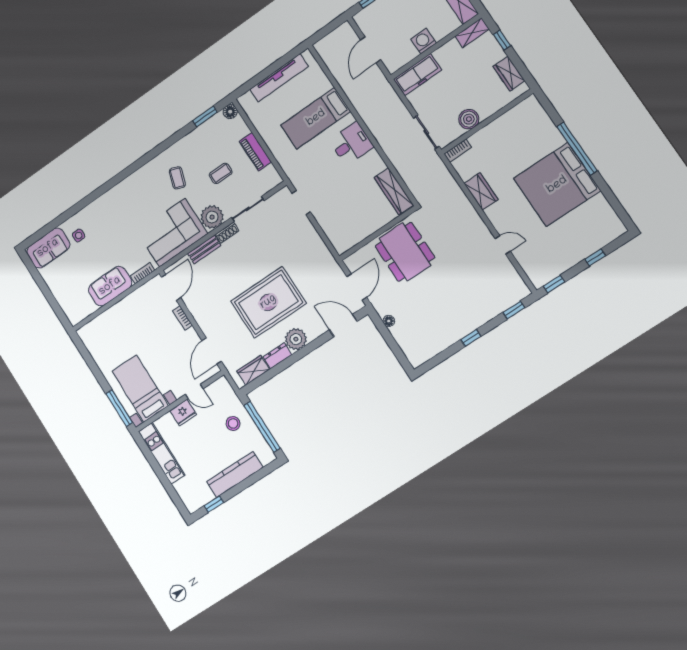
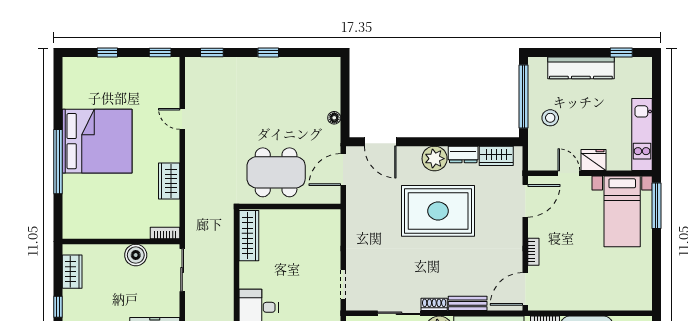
dining table: (405, 252) -> (276, 172), turned 90

